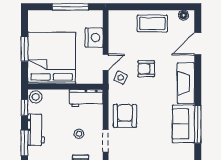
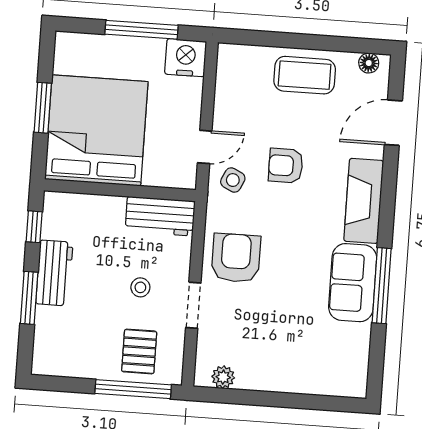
nightstand: (94, 38) -> (186, 58), moved, turned -90
stool: (36, 97) -> (59, 207), removed

